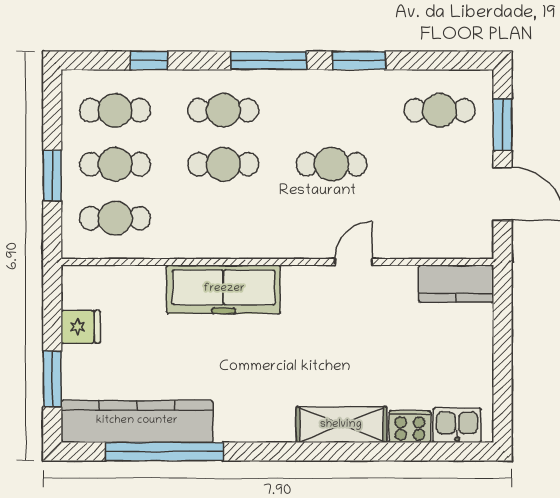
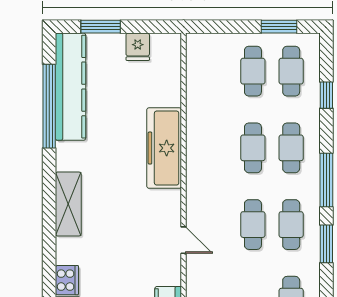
window: (52, 176) -> (279, 27), moved
cafe table: (115, 218) -> (291, 225), moved
shelving: (341, 425) -> (68, 204), moved

